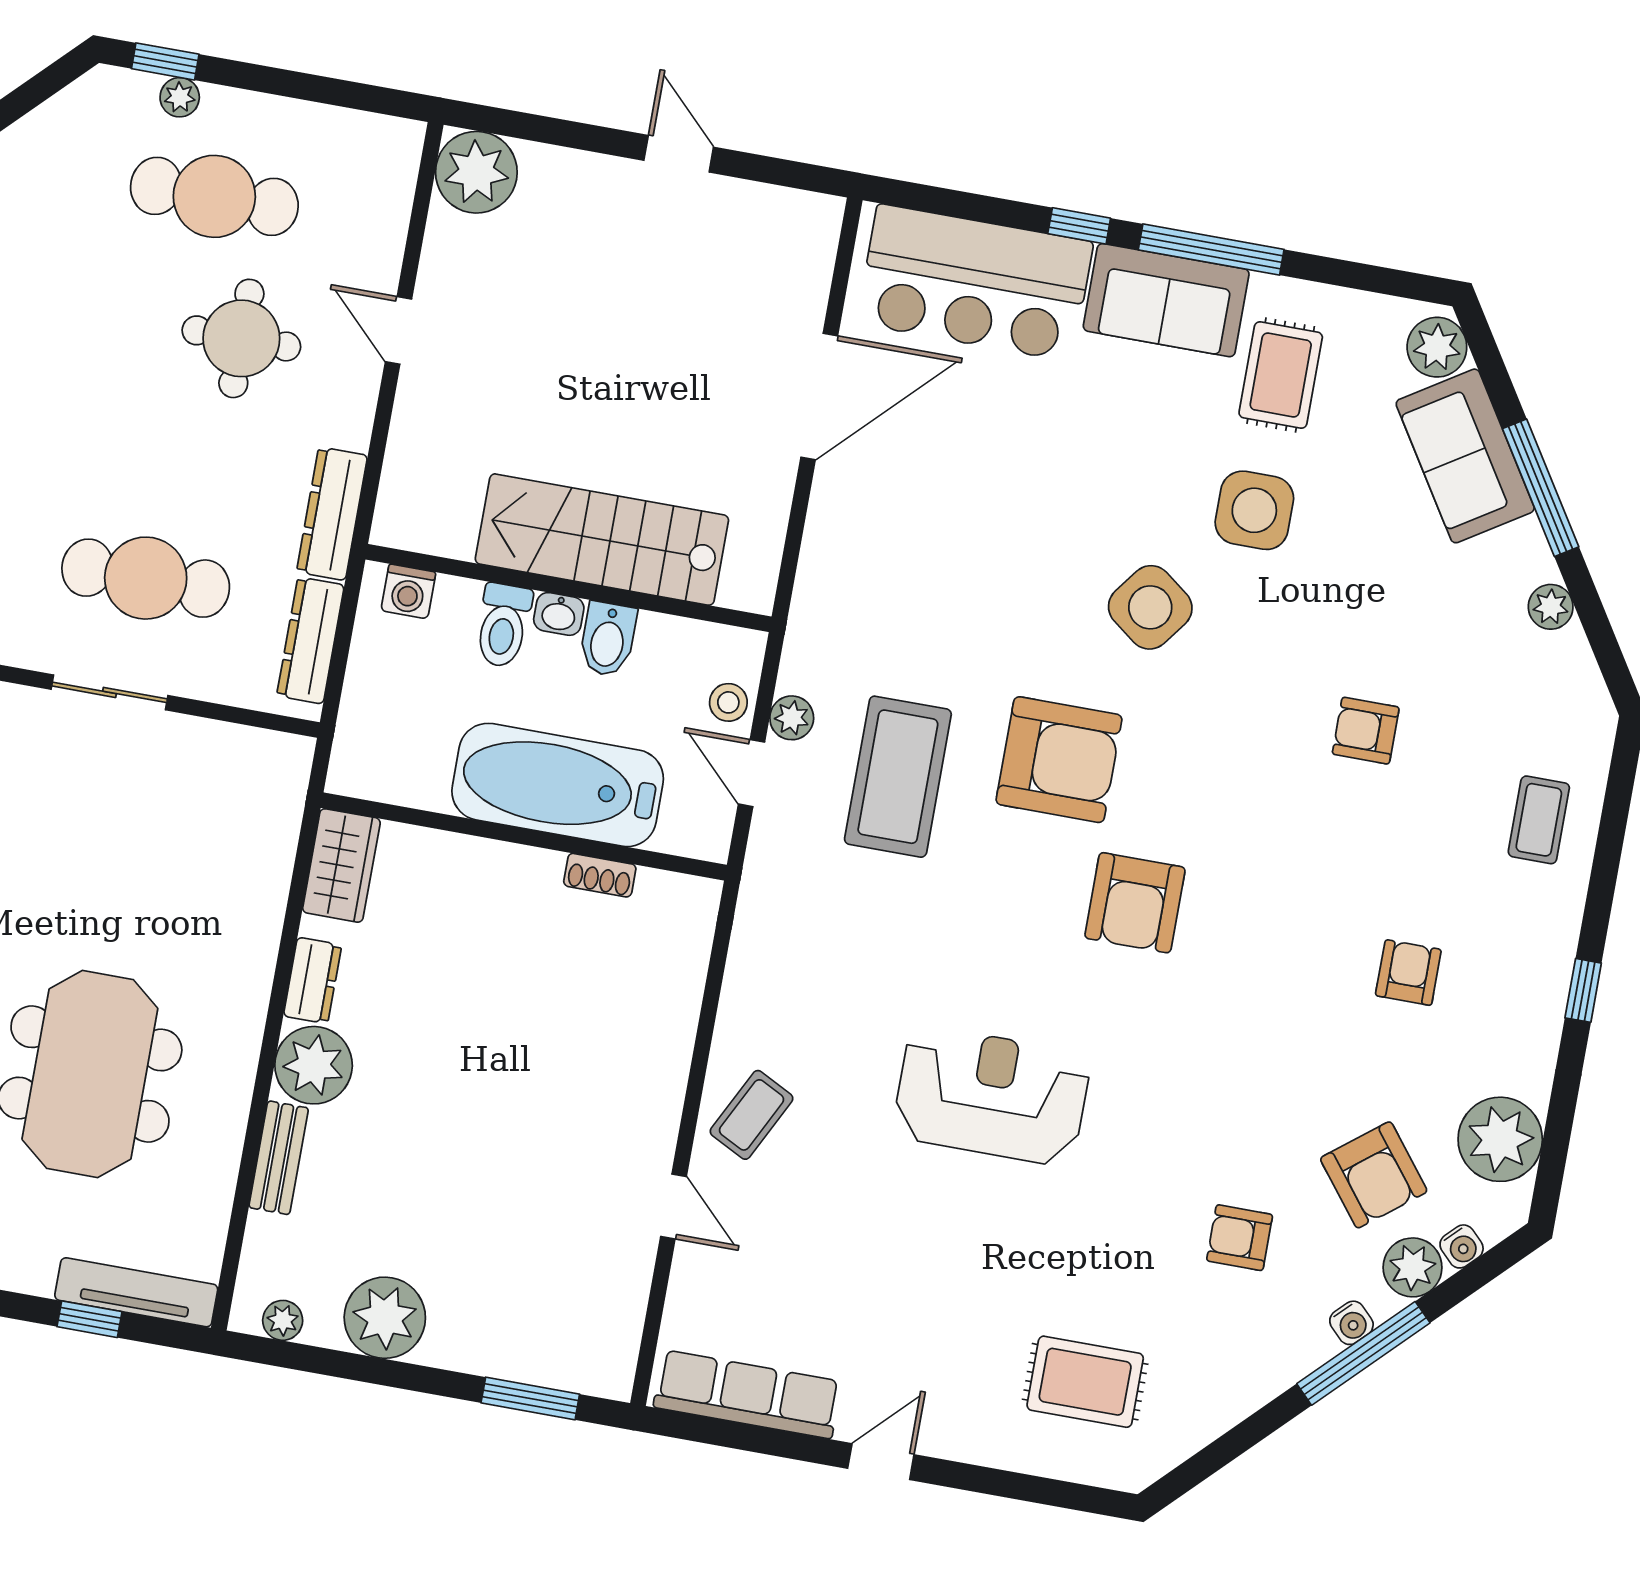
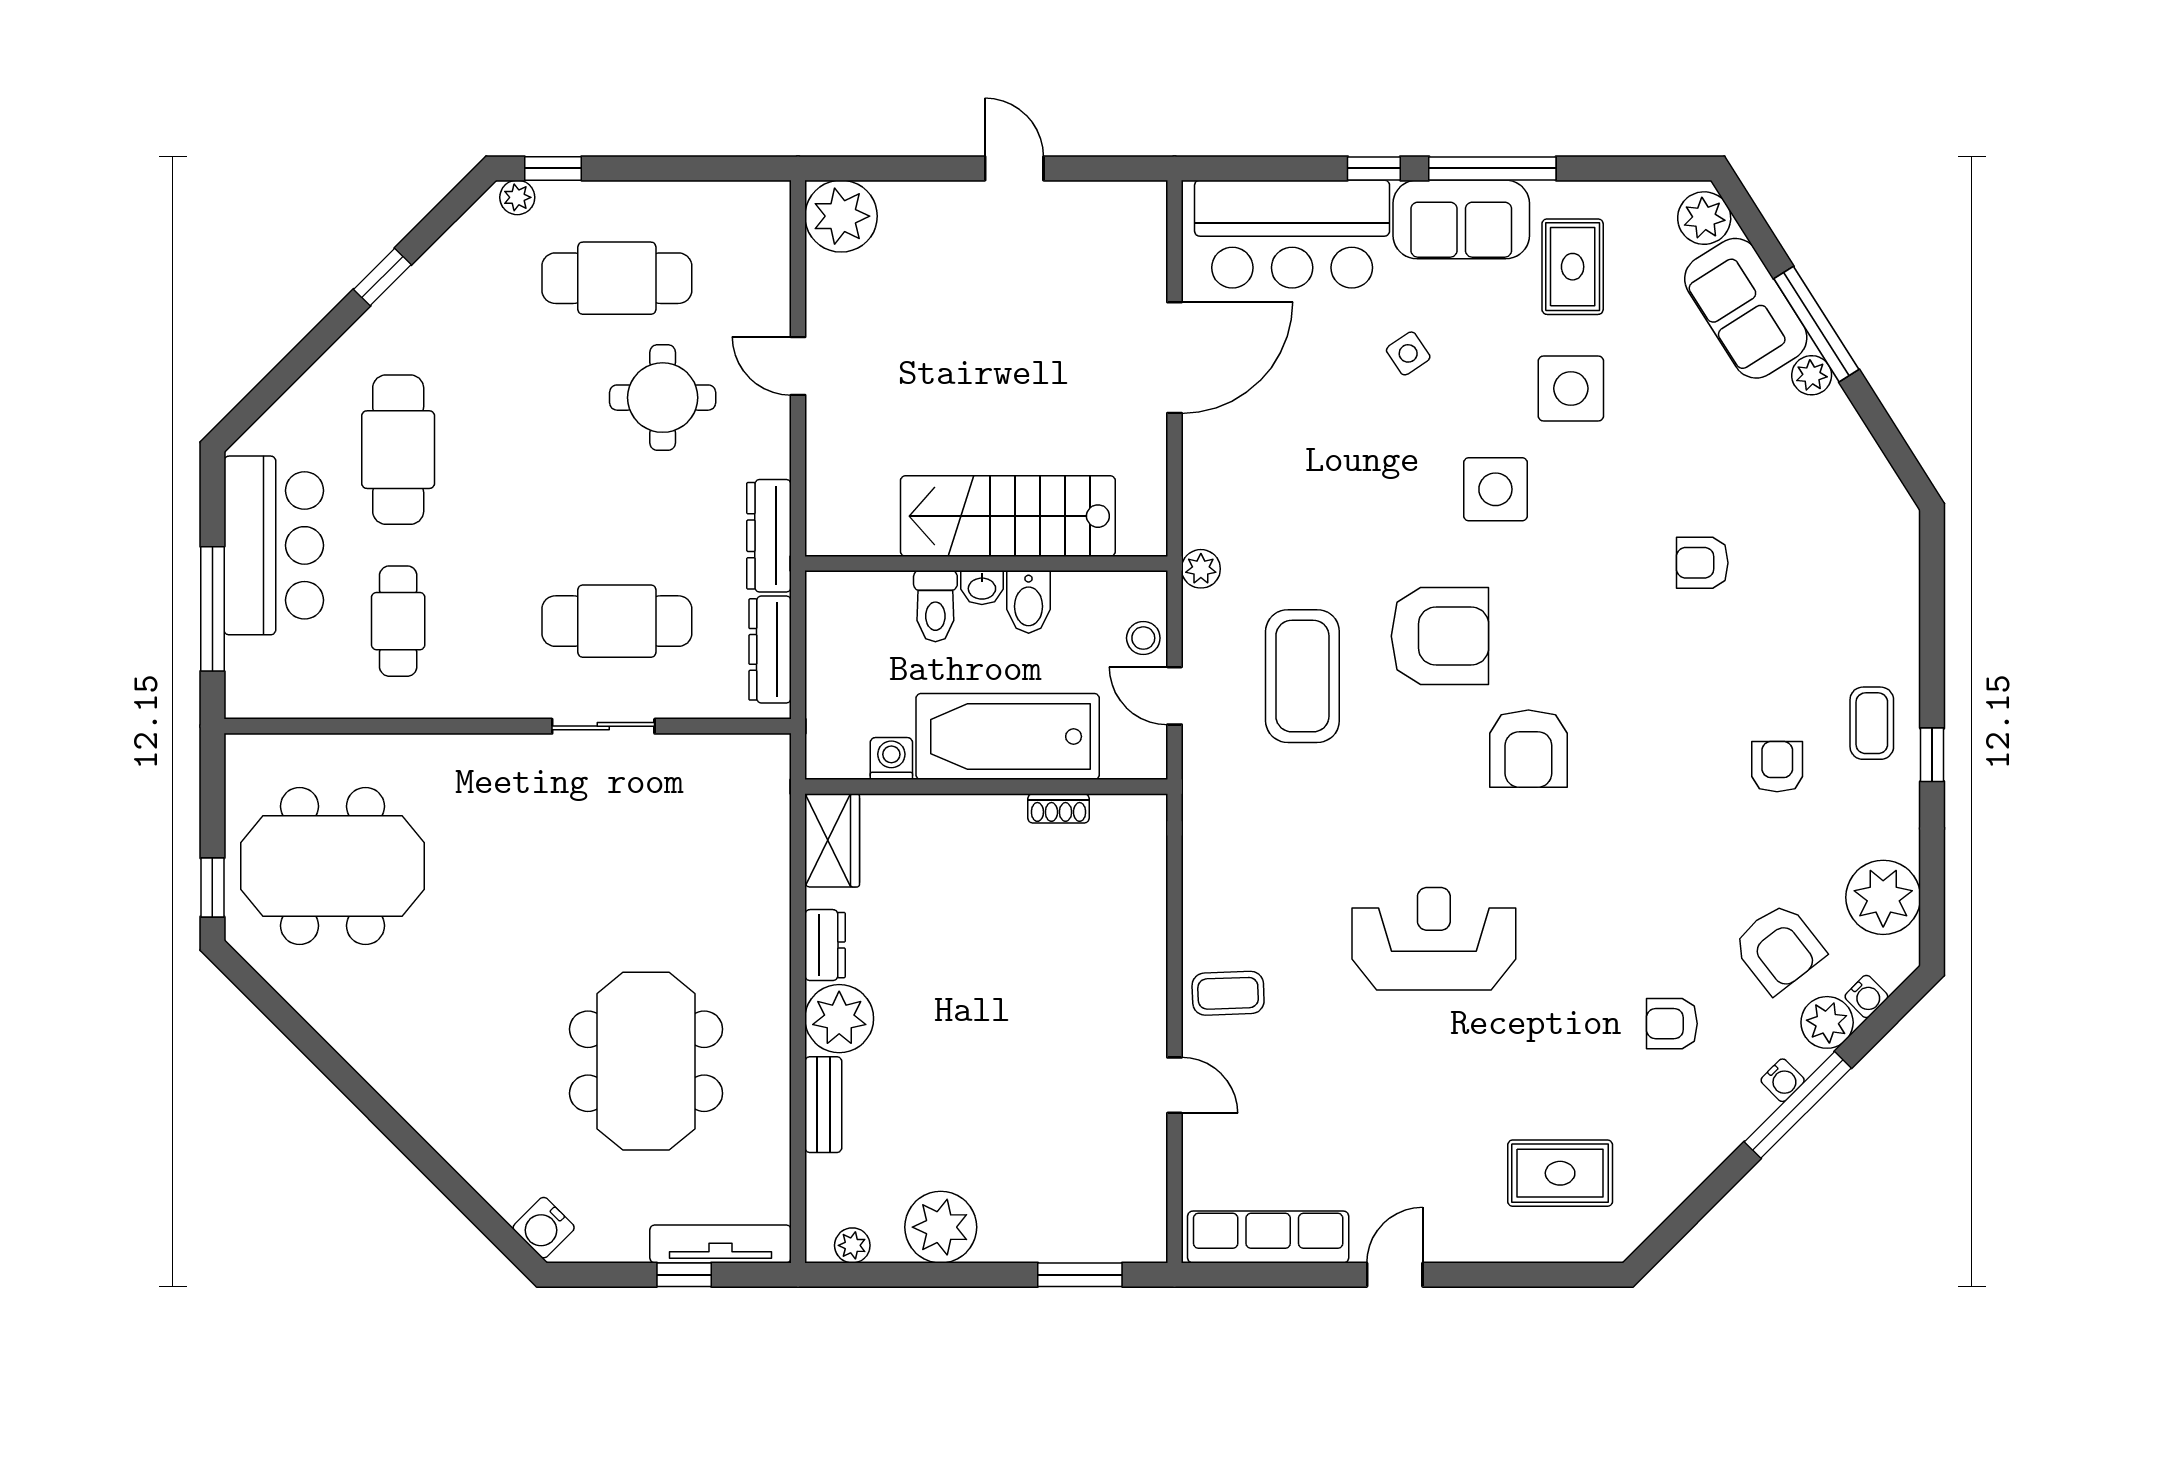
plant: (180, 97) -> (517, 197), moved
side table: (1080, 439) -> (1408, 353), added
washing machine: (408, 591) -> (891, 759), moved, turned 180
side table: (1150, 607) -> (1495, 489), turned -37
plant: (1551, 607) -> (1812, 375), moved
plant: (792, 718) -> (1201, 569), moved
coffee table: (1539, 820) -> (1872, 723), moved
coffee table: (752, 1115) -> (1228, 993), turned 61

